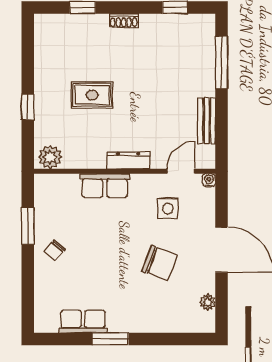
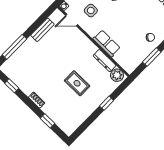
dresser: (128, 160) -> (105, 61), moved

